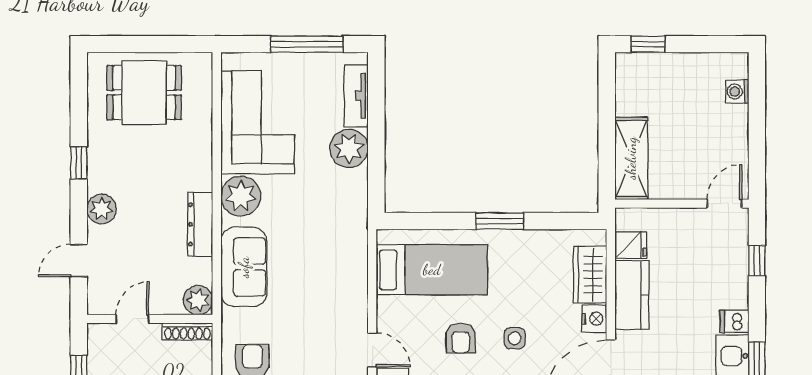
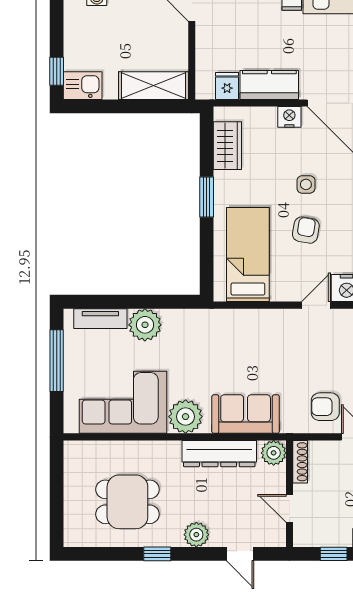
kitchen sink: (631, 75) -> (83, 86), added
dining table: (144, 93) -> (127, 502), moved, turned 90
dresser: (200, 224) -> (219, 454), width x1.37, depth x1.24
wardrobe: (590, 275) -> (227, 146), moved, turned -90
armchair: (461, 338) -> (306, 230), turned -80

